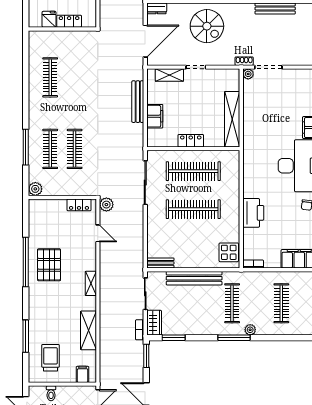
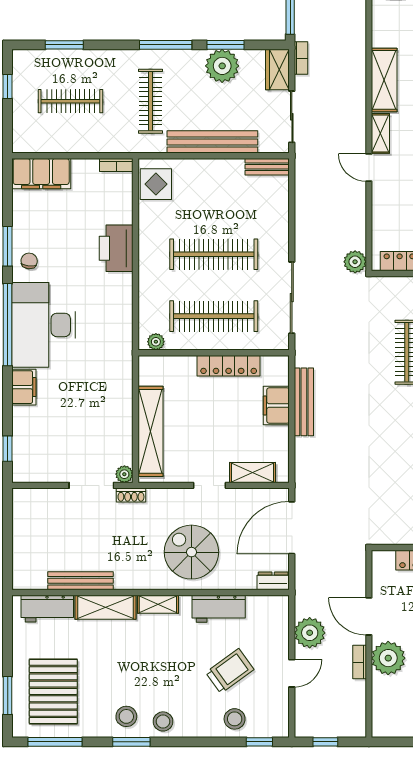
bench: (138, 102) -> (304, 402), moved
shelving: (232, 119) -> (150, 431), moved
locker: (191, 141) -> (229, 366), width x1.53
plant: (229, 155) -> (156, 342), added
door: (98, 233) -> (369, 168), moved
clothes rail: (281, 303) -> (70, 101), turned 90
shelving: (88, 330) -> (384, 80), moved
plant: (250, 330) -> (222, 66), moved, width x1.87, depth x1.87
window: (174, 338) -> (226, 45), moved
window: (234, 338) -> (166, 45), moved
window: (285, 338) -> (64, 45), added

